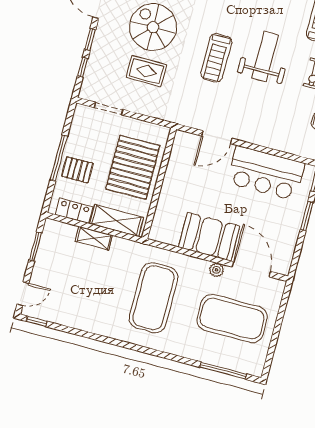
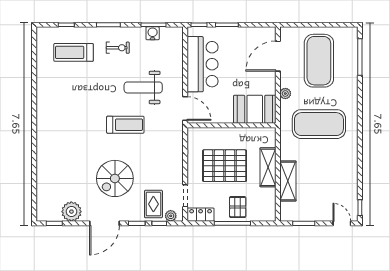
weight bench: (265, 56) -> (143, 87), moved
rug: (146, 71) -> (153, 204), moved
plant: (88, 84) -> (171, 216), added
wall: (159, 183) -> (231, 125), moved
locker: (74, 211) -> (201, 215), moved, turned 90
booth: (209, 237) -> (255, 109), moved, turned 90
shelving: (94, 238) -> (288, 181), width x1.50, depth x1.33
plant: (216, 270) -> (285, 94), moved

